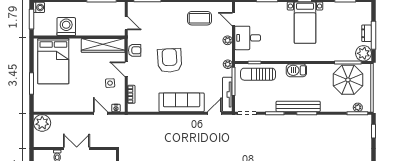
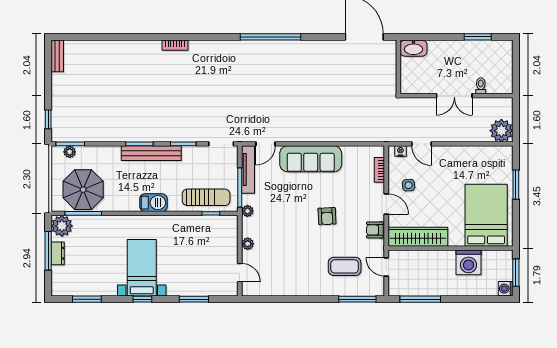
coffee table: (199, 18) -> (345, 266), moved
desk: (248, 38) -> (220, 247), removed
armchair: (170, 60) -> (327, 216), width x0.53, depth x0.53

